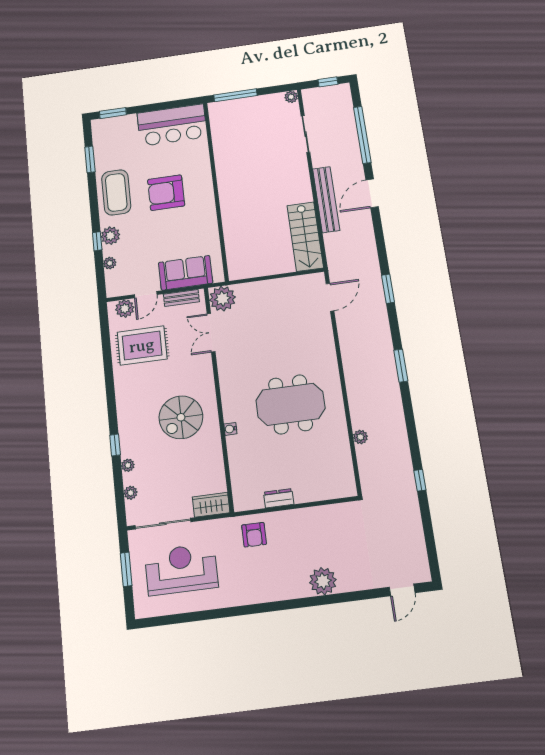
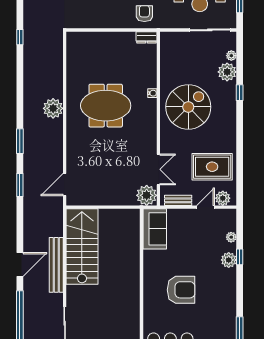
coffee table: (116, 192) -> (221, 296), removed
stairs: (305, 237) -> (82, 247), width x1.36, depth x1.51
sofa: (186, 273) -> (155, 229), moved, turned -90
window: (401, 366) -> (20, 141), moved
spiral stairs: (181, 417) -> (188, 107), width x1.37, depth x1.37
plant: (360, 437) -> (53, 108), moved, width x1.87, depth x1.87
plant: (128, 465) -> (227, 72), width x1.87, depth x1.87
dresser: (279, 498) -> (146, 37), moved
wardrobe: (211, 505) -> (173, 39), removed

